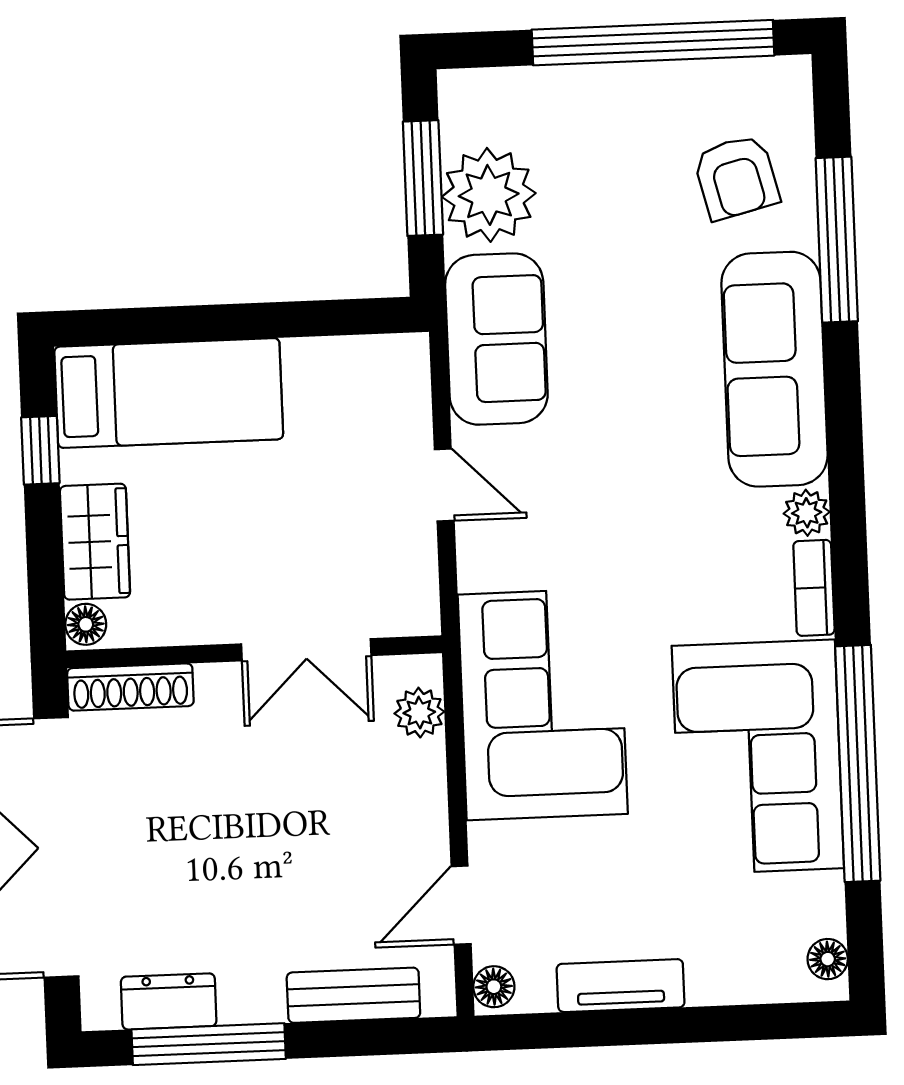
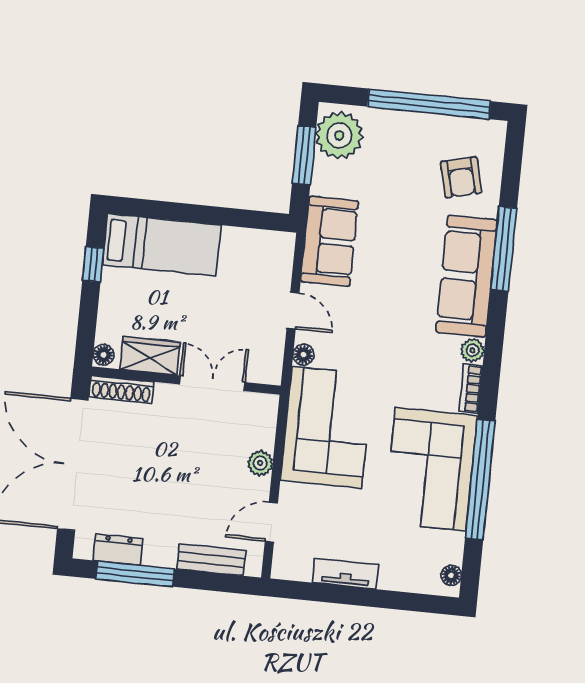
plant: (489, 195) -> (339, 135), moved
window: (837, 240) -> (504, 249), moved
wardrobe: (95, 542) -> (150, 356), moved, turned -90
double door: (306, 650) -> (212, 383), swing flipped
plant: (419, 713) -> (260, 463), moved
floor lamp: (494, 987) -> (303, 355), moved

